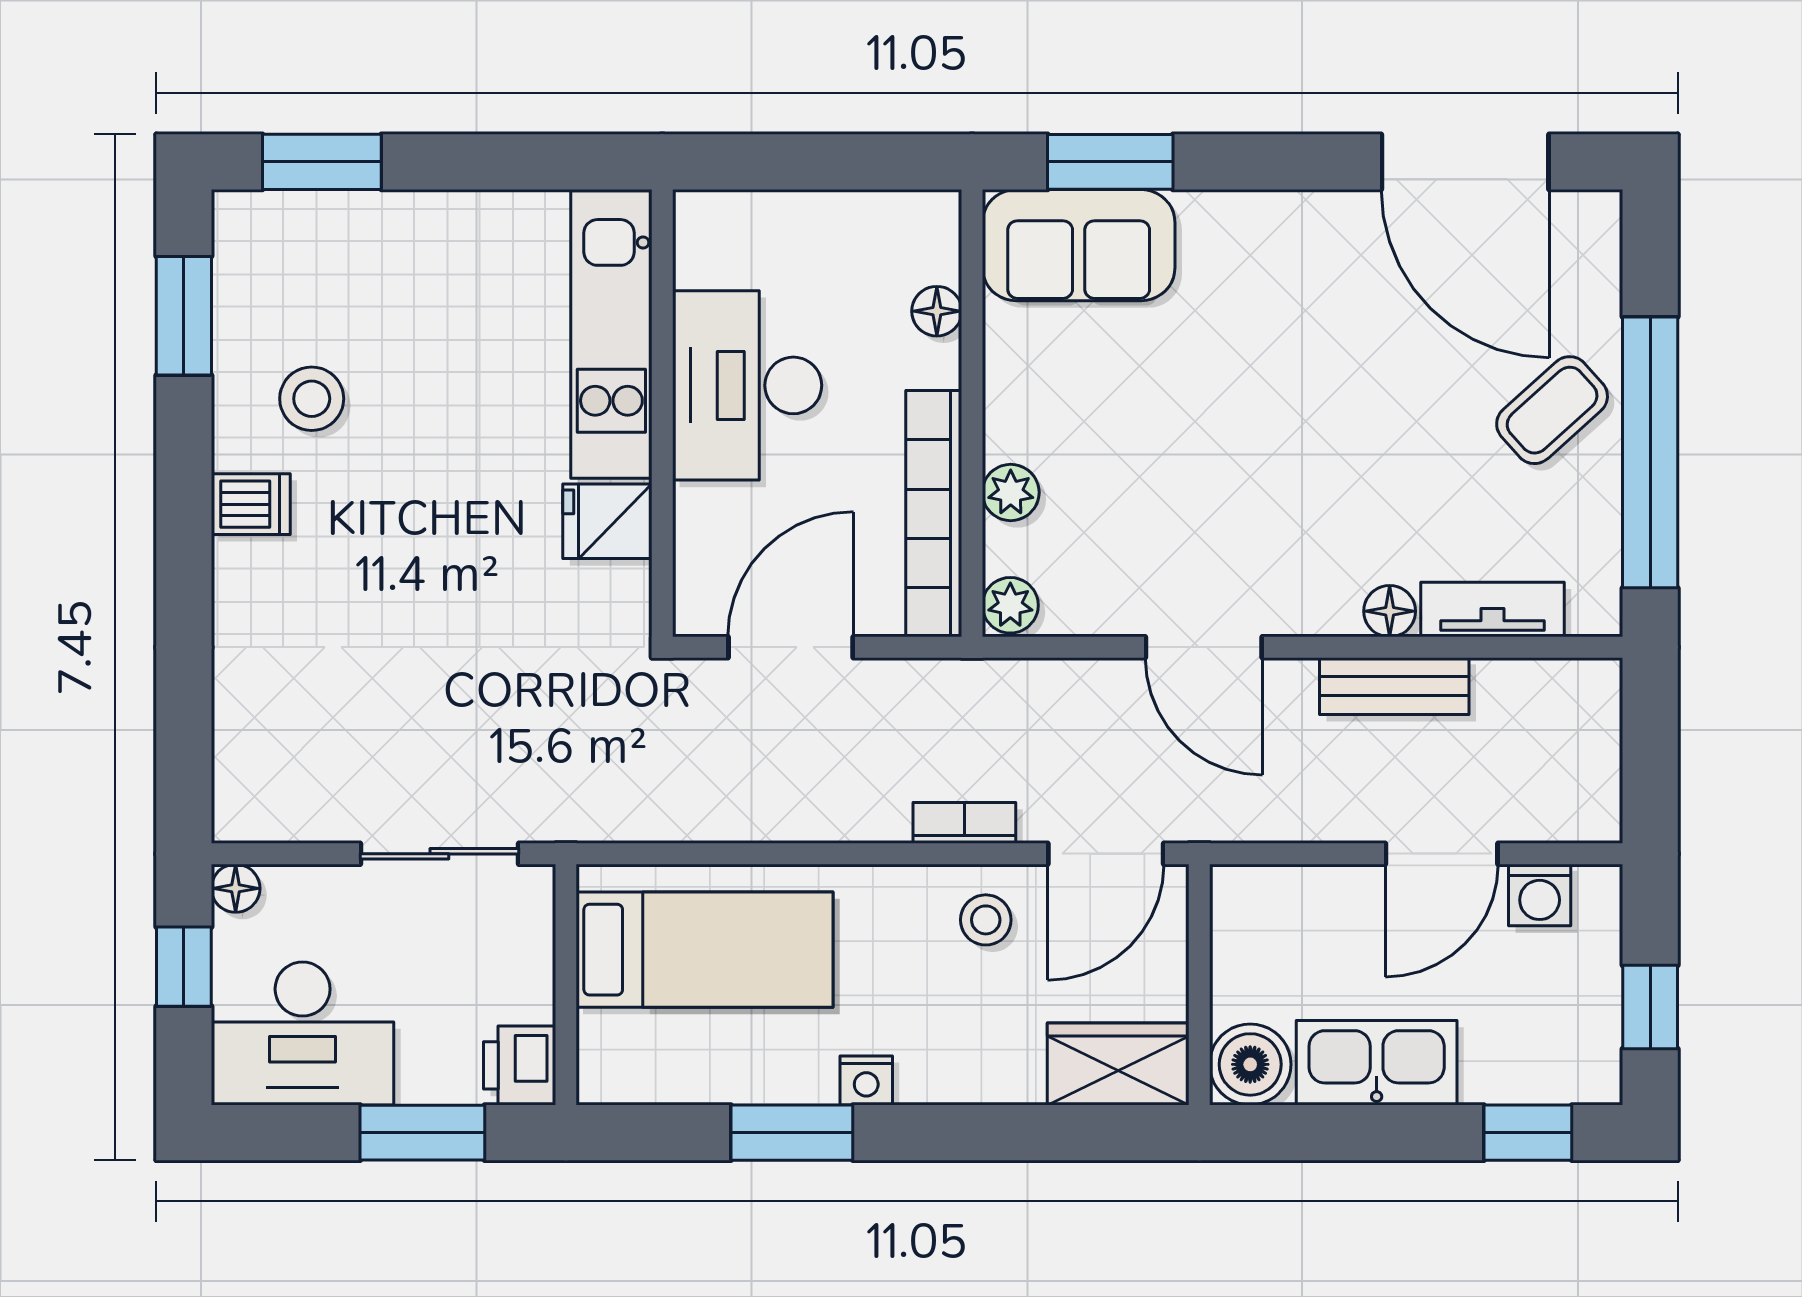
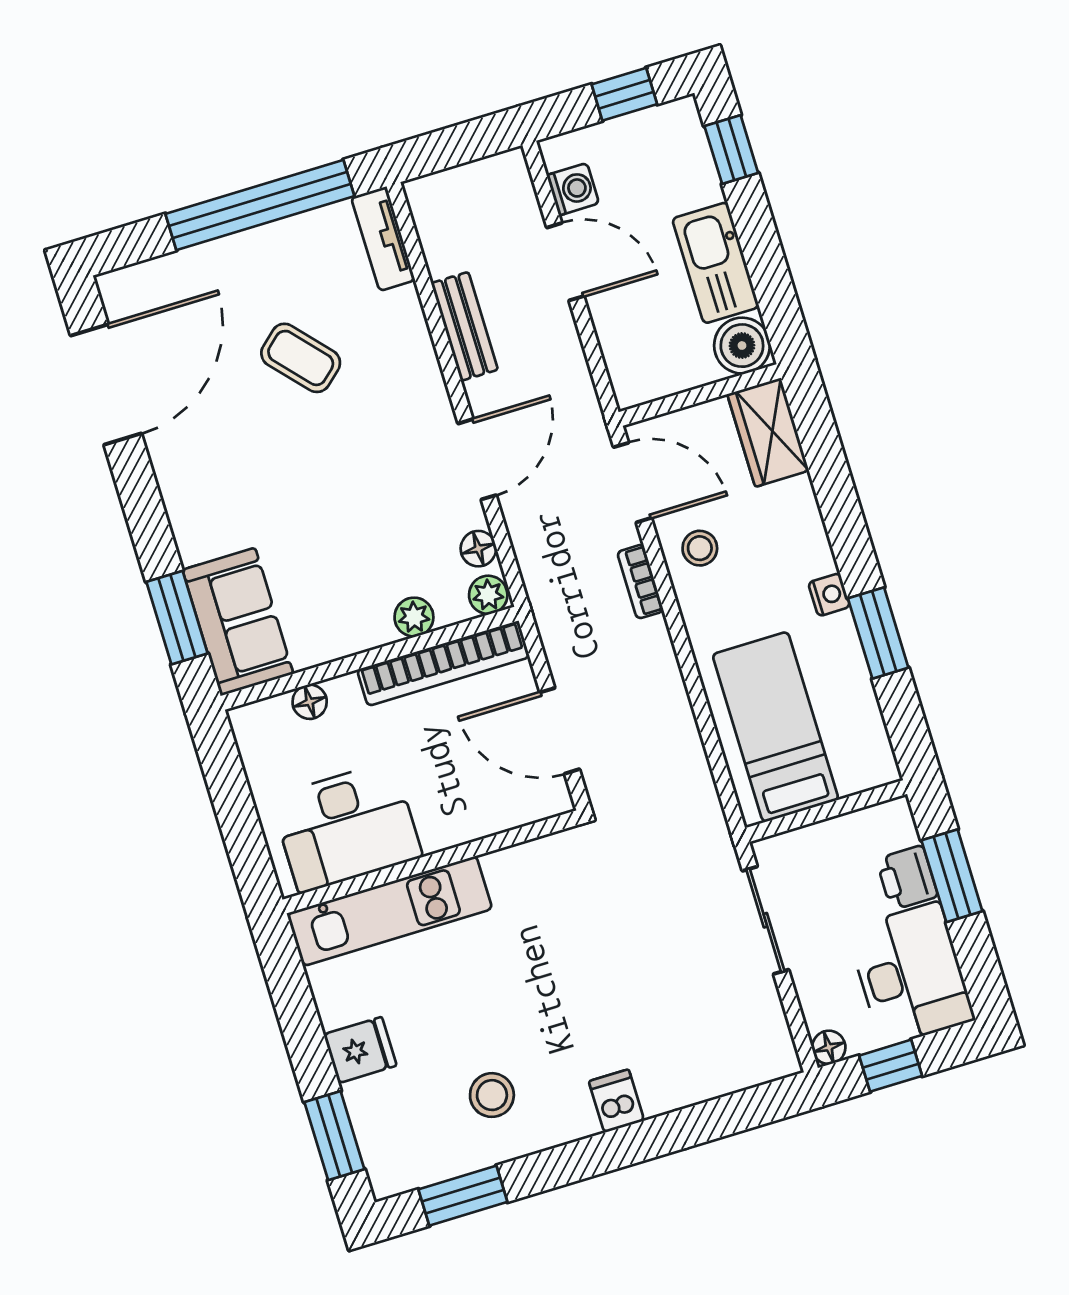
desk: (747, 385) -> (346, 827), moved
coffee table: (1552, 410) -> (301, 358), moved
dishwasher: (251, 504) -> (616, 1101), moved
fridge: (607, 521) -> (360, 1050), moved, turned -90
tv unit: (1493, 610) -> (383, 239), moved
floor lamp: (1390, 611) -> (478, 549), moved
printer: (520, 1065) -> (907, 878), moved, turned 90

